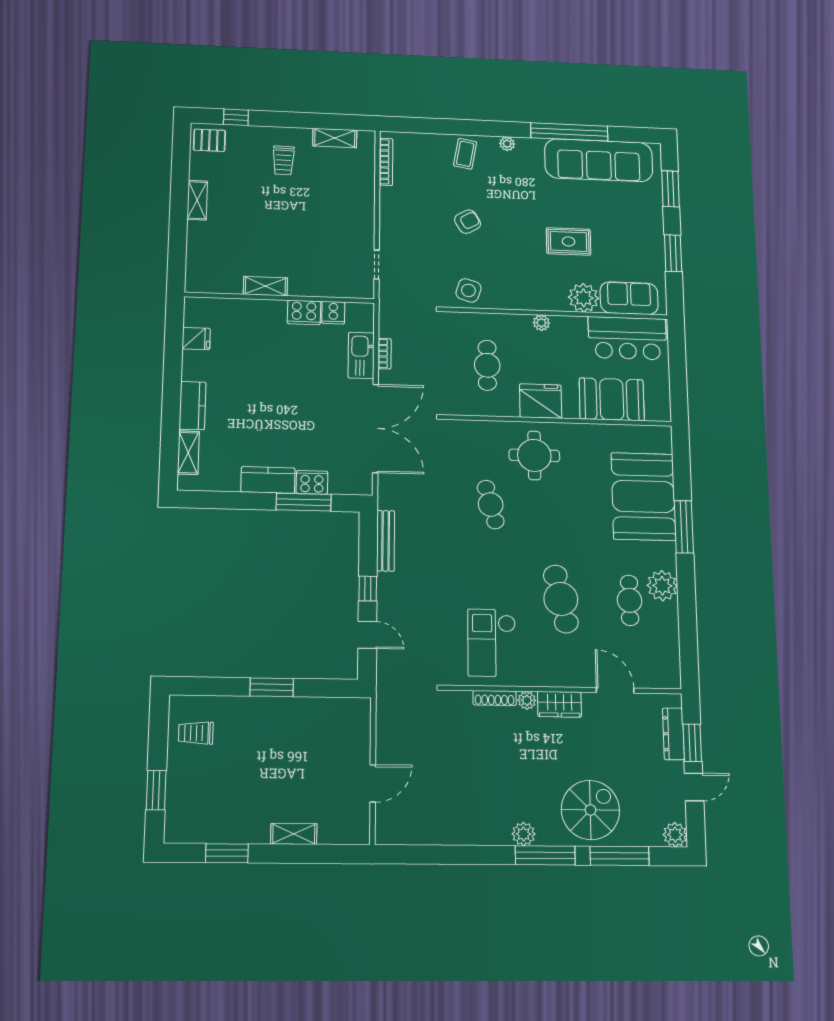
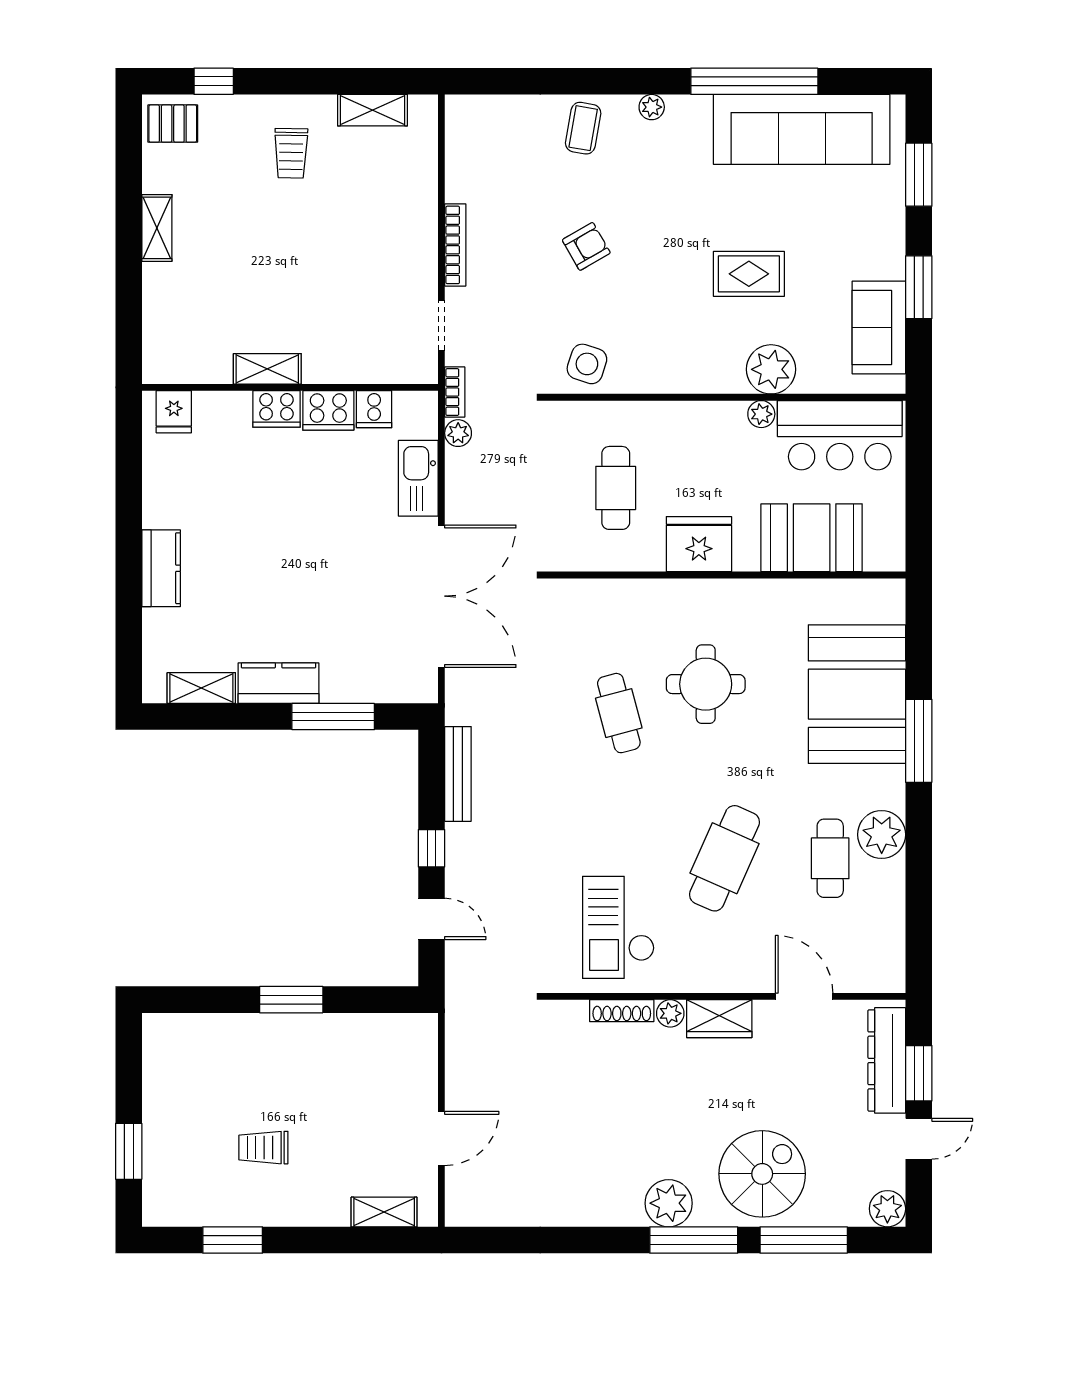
bookcase: (386, 162) -> (455, 245), moved
sofa: (629, 298) -> (879, 327), moved, turned -90
plant: (541, 323) -> (761, 414), moved
plant: (387, 329) -> (458, 433), added
fridge: (196, 339) -> (174, 412), moved, turned 90
bookcase: (385, 354) -> (455, 392), moved
shelving: (188, 453) -> (201, 688), moved, turned 90
round table: (534, 455) -> (706, 684), moved
cooker: (312, 482) -> (276, 409), moved, turned 180
cafe table: (561, 599) -> (725, 858), turned 36
trolley: (196, 733) -> (263, 1148), moved
dresser: (673, 734) -> (887, 1060), width x1.37, depth x1.24
shelving: (294, 834) -> (384, 1212), moved
plant: (524, 834) -> (669, 1203), width x1.36, depth x1.36

